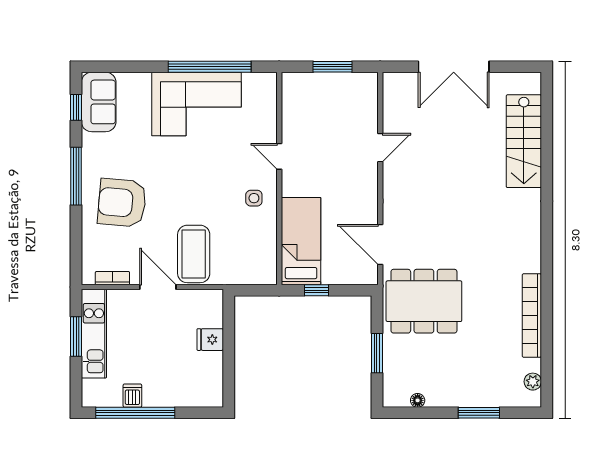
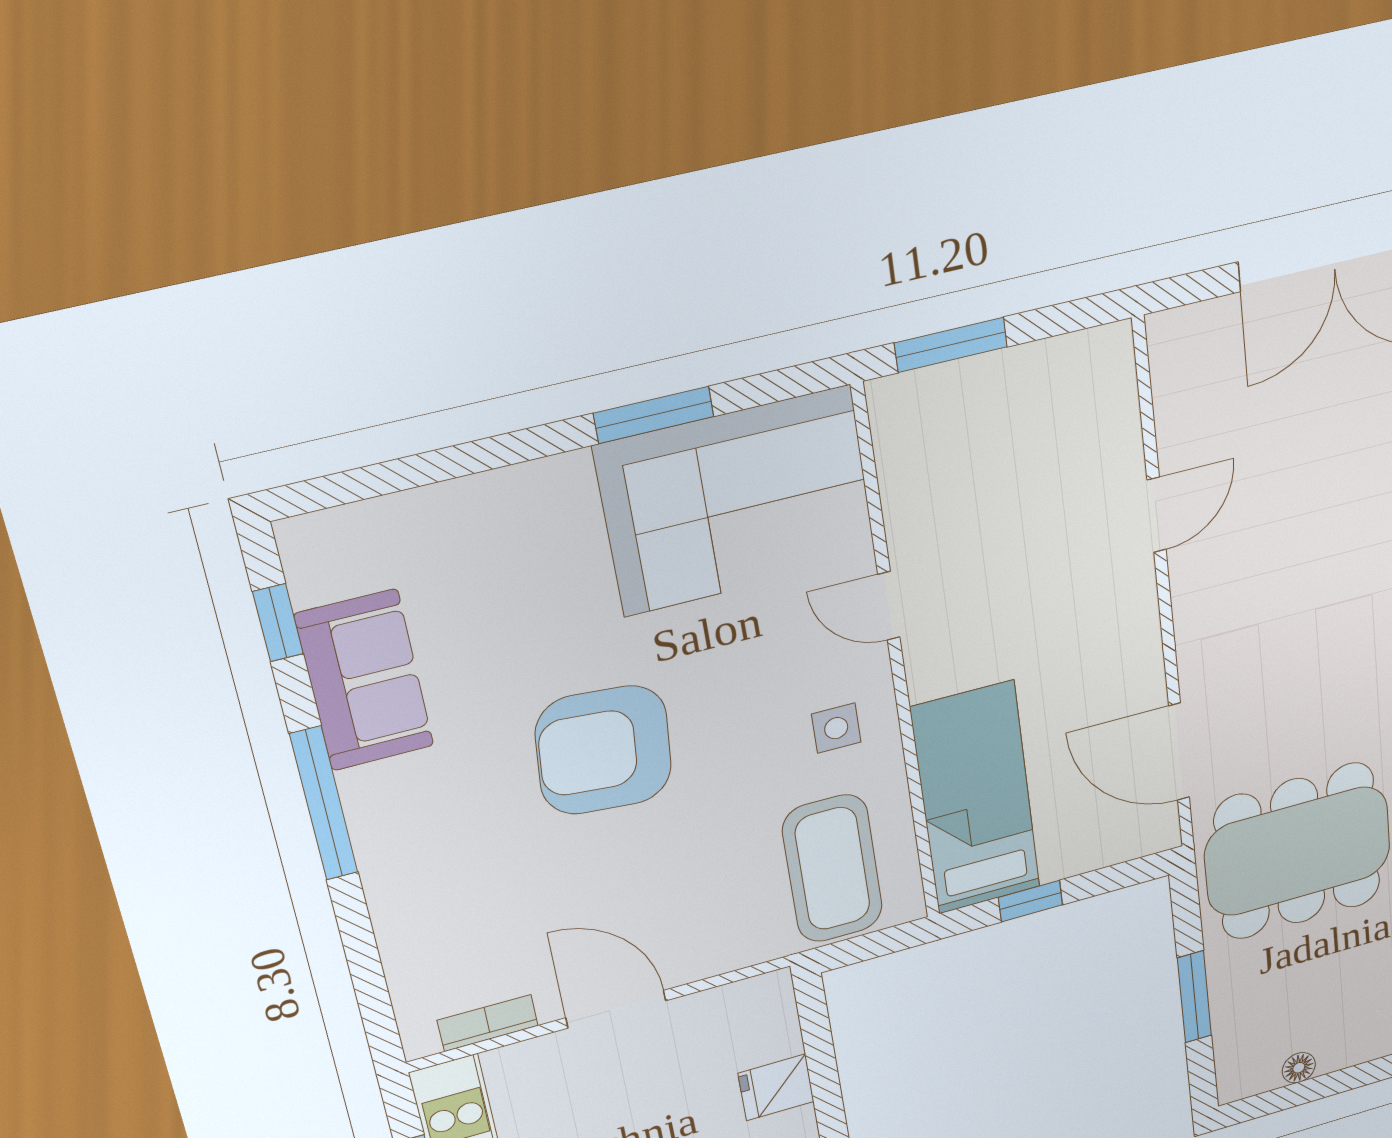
window: (210, 67) -> (654, 415), width x0.47
window: (332, 67) -> (951, 345), moved
sofa: (99, 102) -> (365, 681), moved
corner sofa: (197, 104) -> (737, 501), moved
armchair: (122, 203) -> (604, 750), moved
coffee table: (194, 254) -> (833, 869), moved

